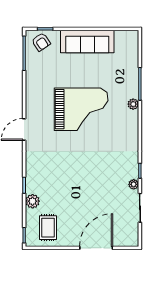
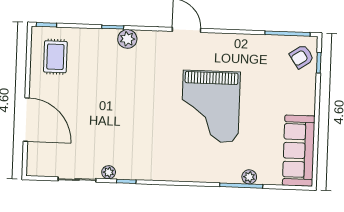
sofa: (87, 42) -> (299, 151), moved
plant: (133, 104) -> (249, 177), moved
plant: (33, 201) -> (127, 39), moved
rug: (48, 228) -> (55, 57), turned 90

